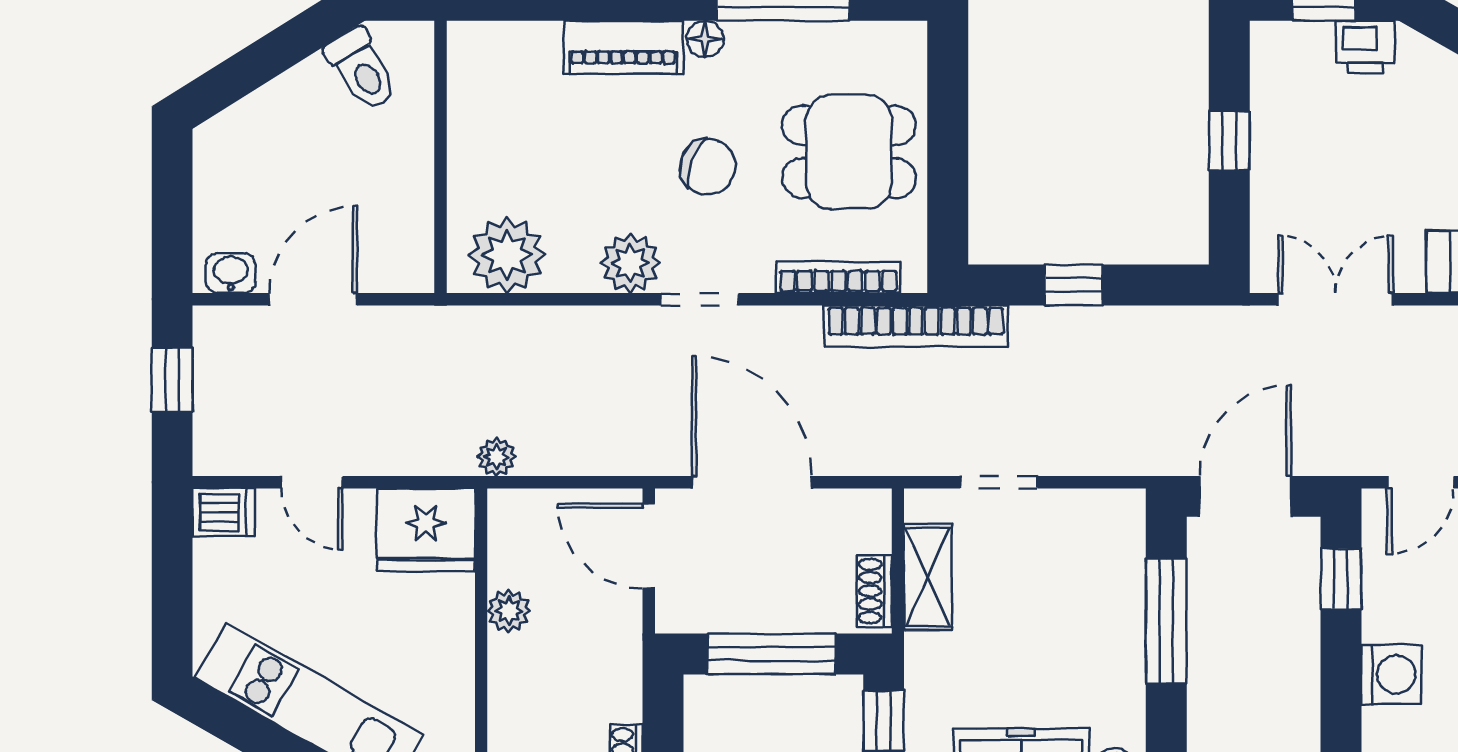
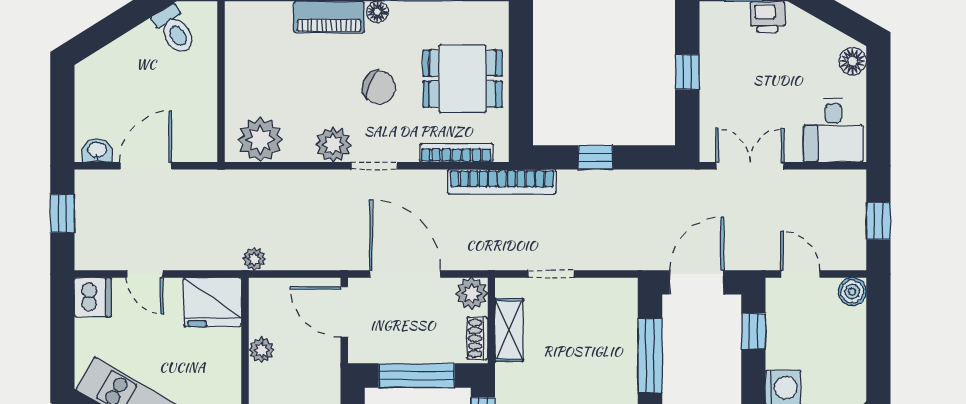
door: (1420, 482) -> (800, 274), swing flipped
dishwasher: (224, 512) -> (93, 297), width x1.38
plant: (865, 515) -> (472, 294), added

